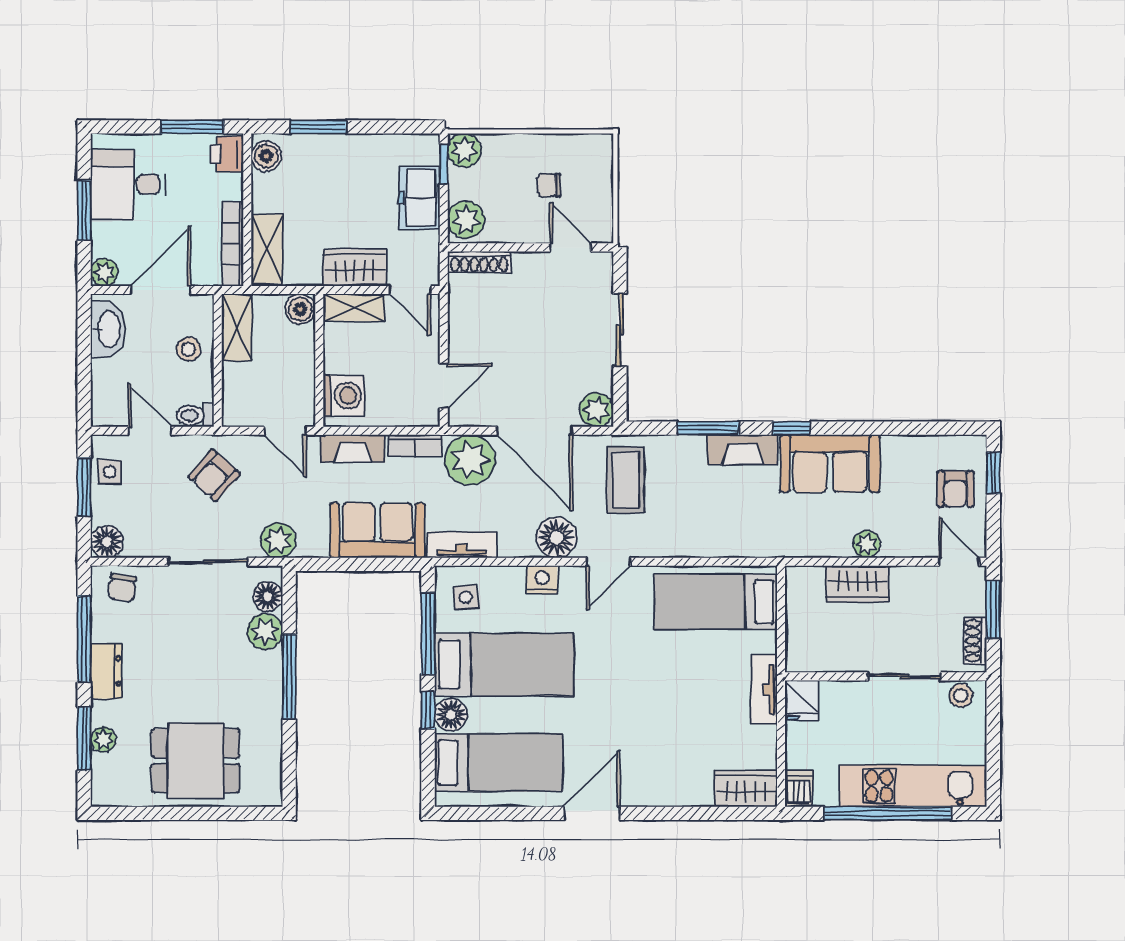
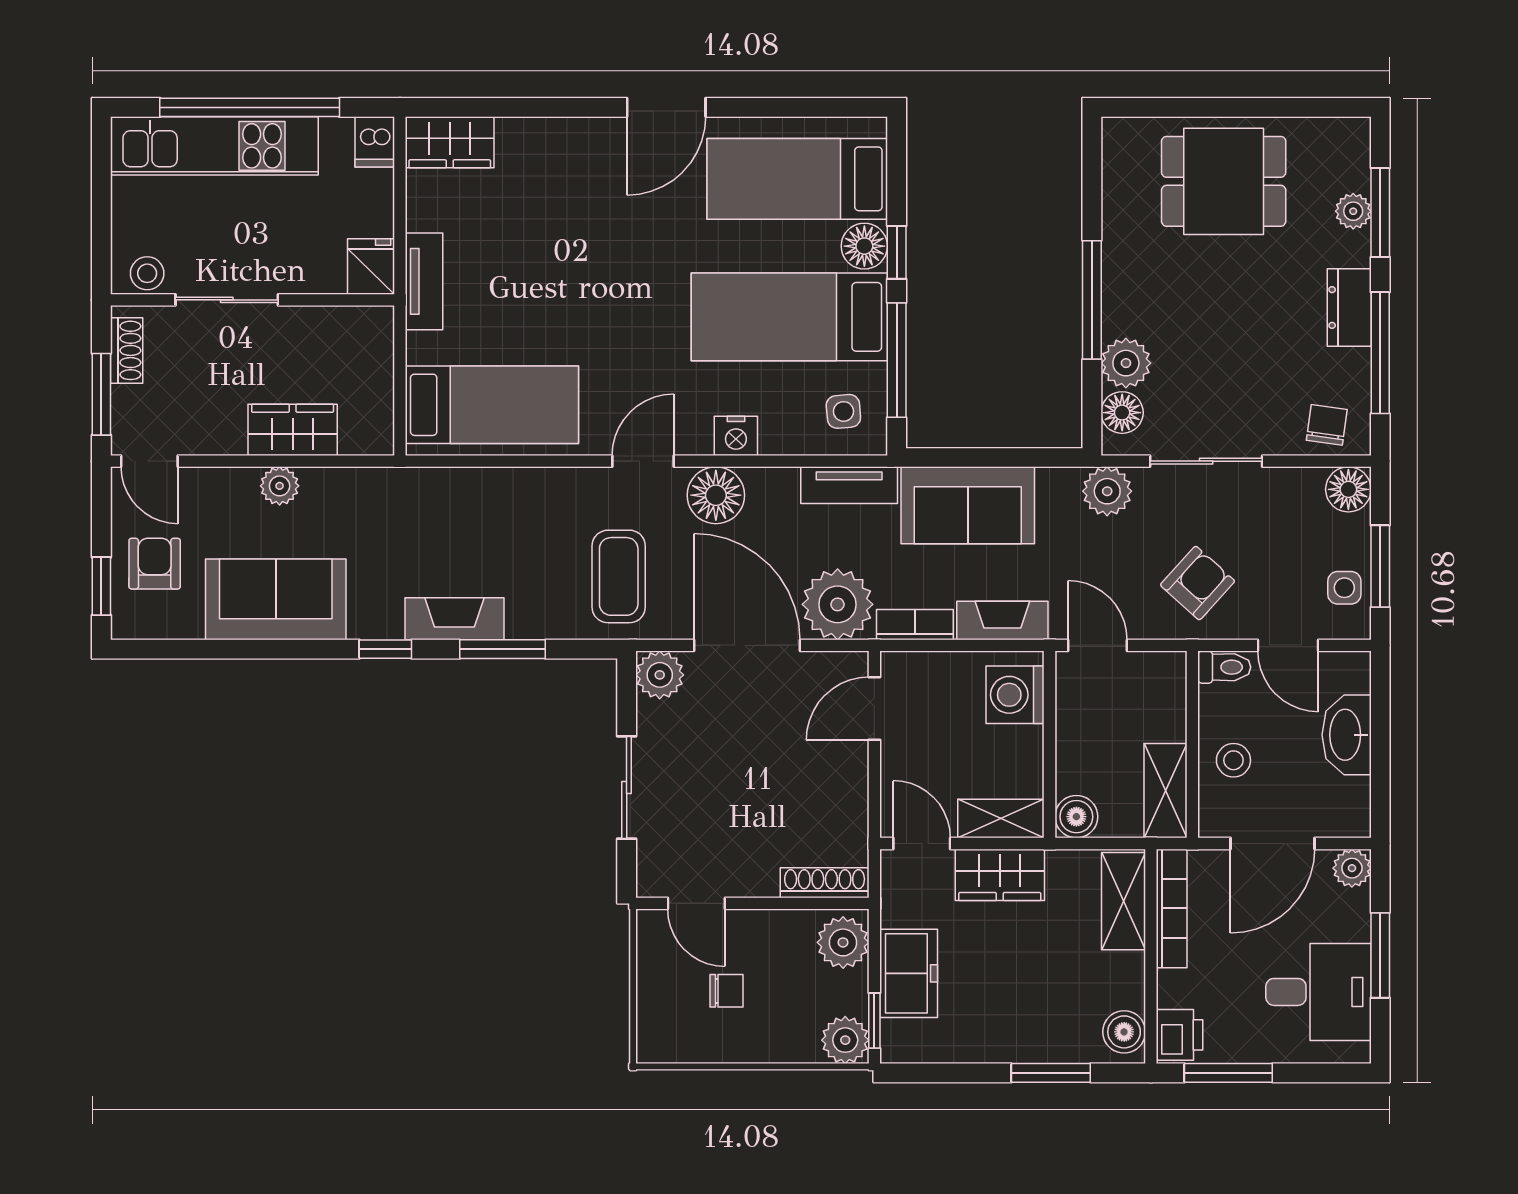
washbasin: (108, 329) -> (1347, 735), moved
sofa: (830, 464) -> (276, 599), moved

